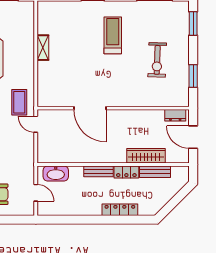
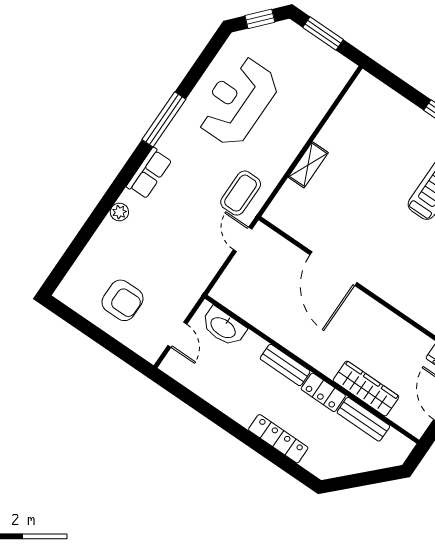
shelving: (43, 48) -> (308, 165), moved

